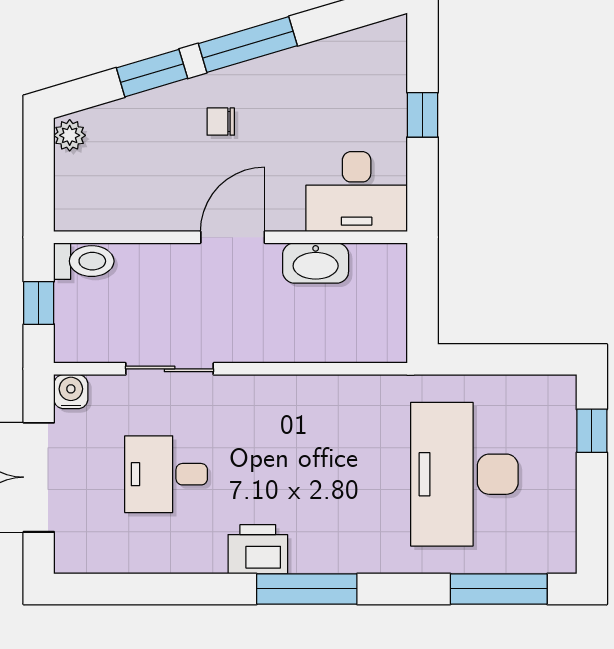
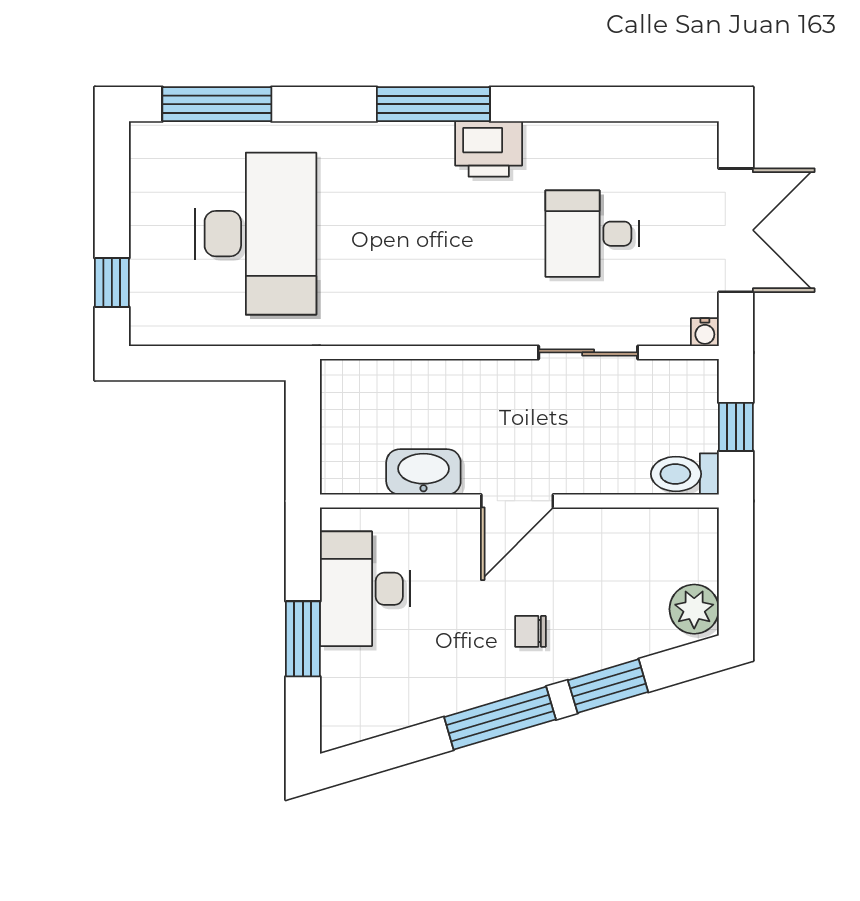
window: (422, 115) -> (303, 639), width x1.50
chair: (221, 122) -> (530, 631), turned 180
plant: (70, 135) -> (694, 609), width x1.38, depth x1.38
desk: (357, 192) -> (365, 589), moved, turned -90
water cooler: (71, 392) -> (705, 332), width x0.72, depth x0.72
desk: (166, 474) -> (592, 234), turned 180

